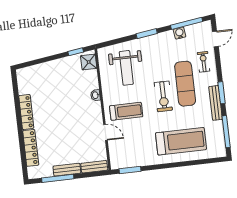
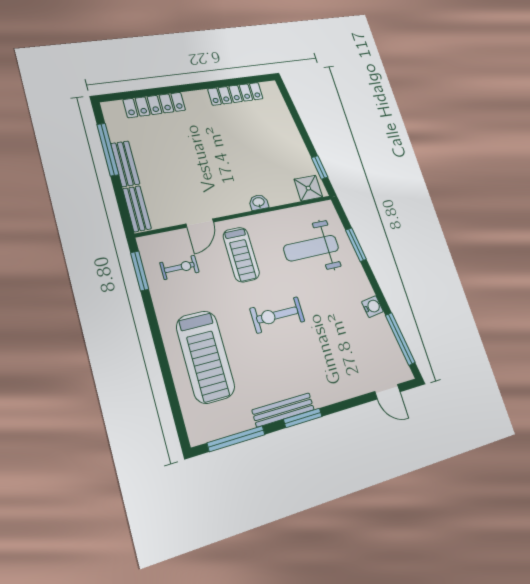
water cooler: (180, 33) -> (372, 307), moved
window: (147, 34) -> (356, 245), moved
exercise bike: (204, 62) -> (179, 267), moved
exercise mat: (185, 84) -> (305, 350), removed
locker: (26, 112) -> (236, 94), moved

